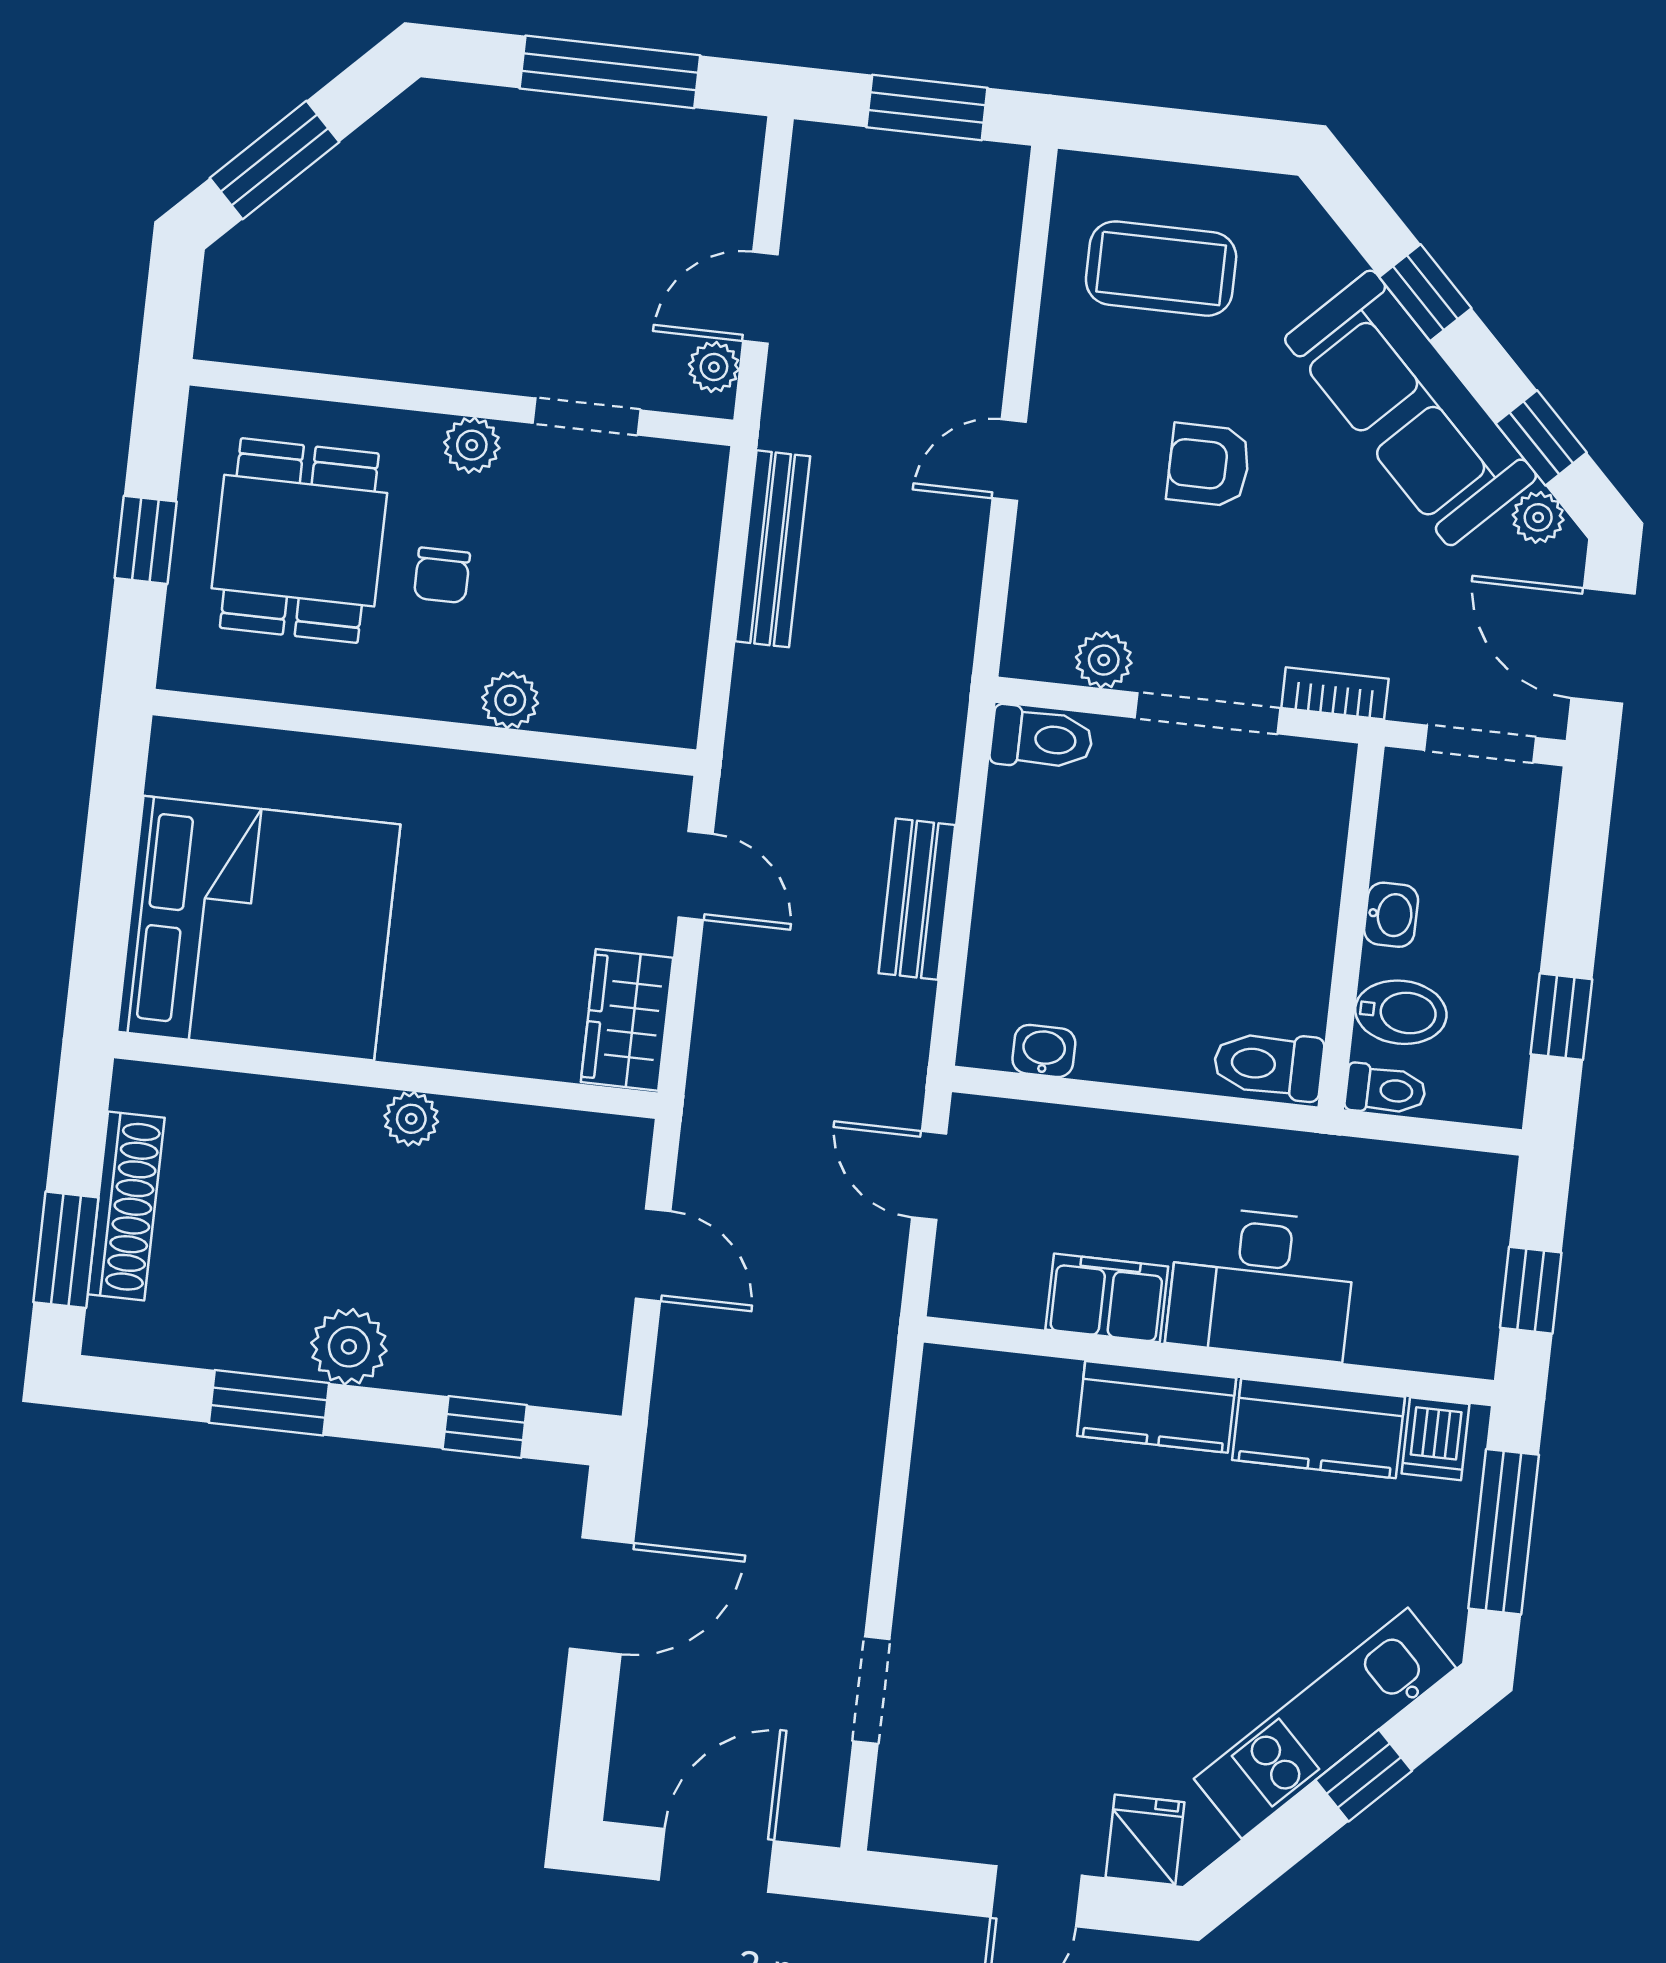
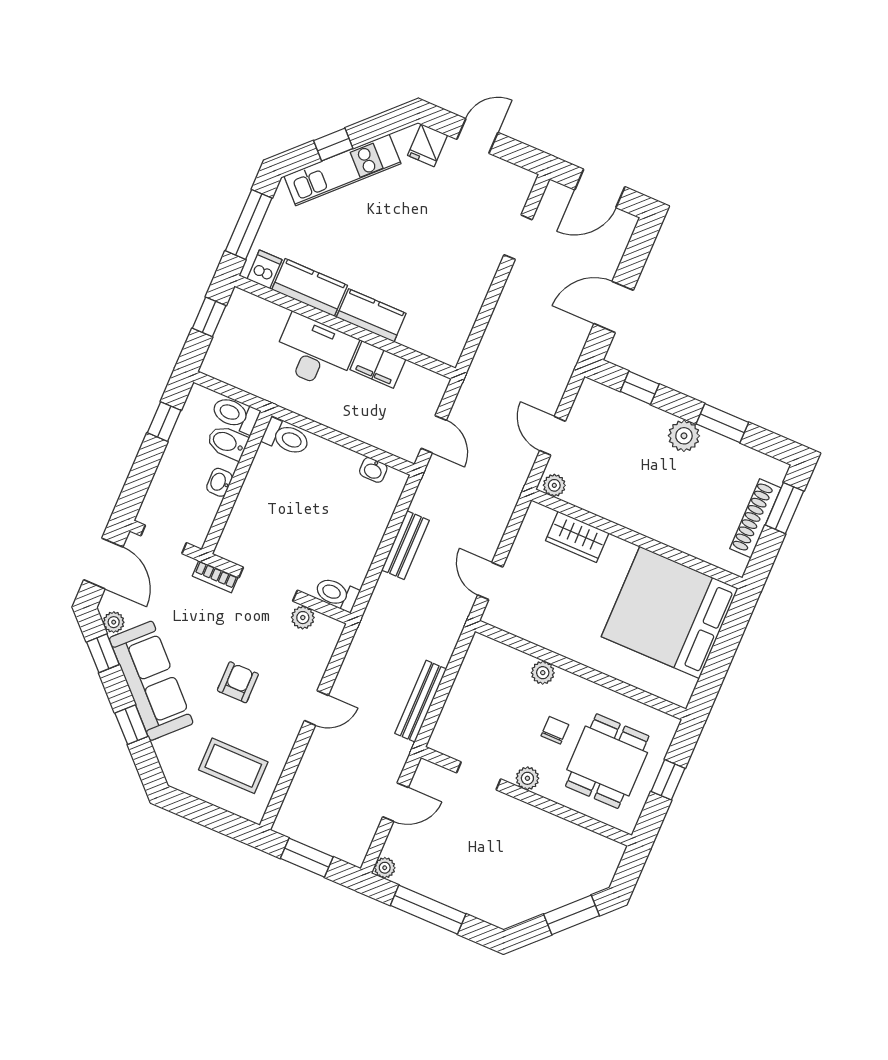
plant: (714, 367) -> (385, 868), moved
armchair: (1209, 465) -> (238, 682), turned -90
wardrobe: (627, 1020) -> (577, 537), moved, turned 90
toilet: (1385, 1090) -> (235, 415), width x1.37, depth x1.39
plant: (411, 1119) -> (554, 485), moved

